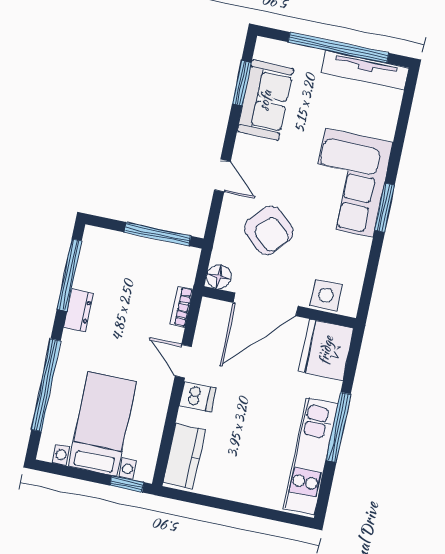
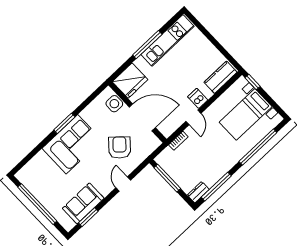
tv unit: (365, 70) -> (33, 187), removed
floor lamp: (219, 277) -> (154, 143), removed
dresser: (78, 310) -> (198, 192), moved

